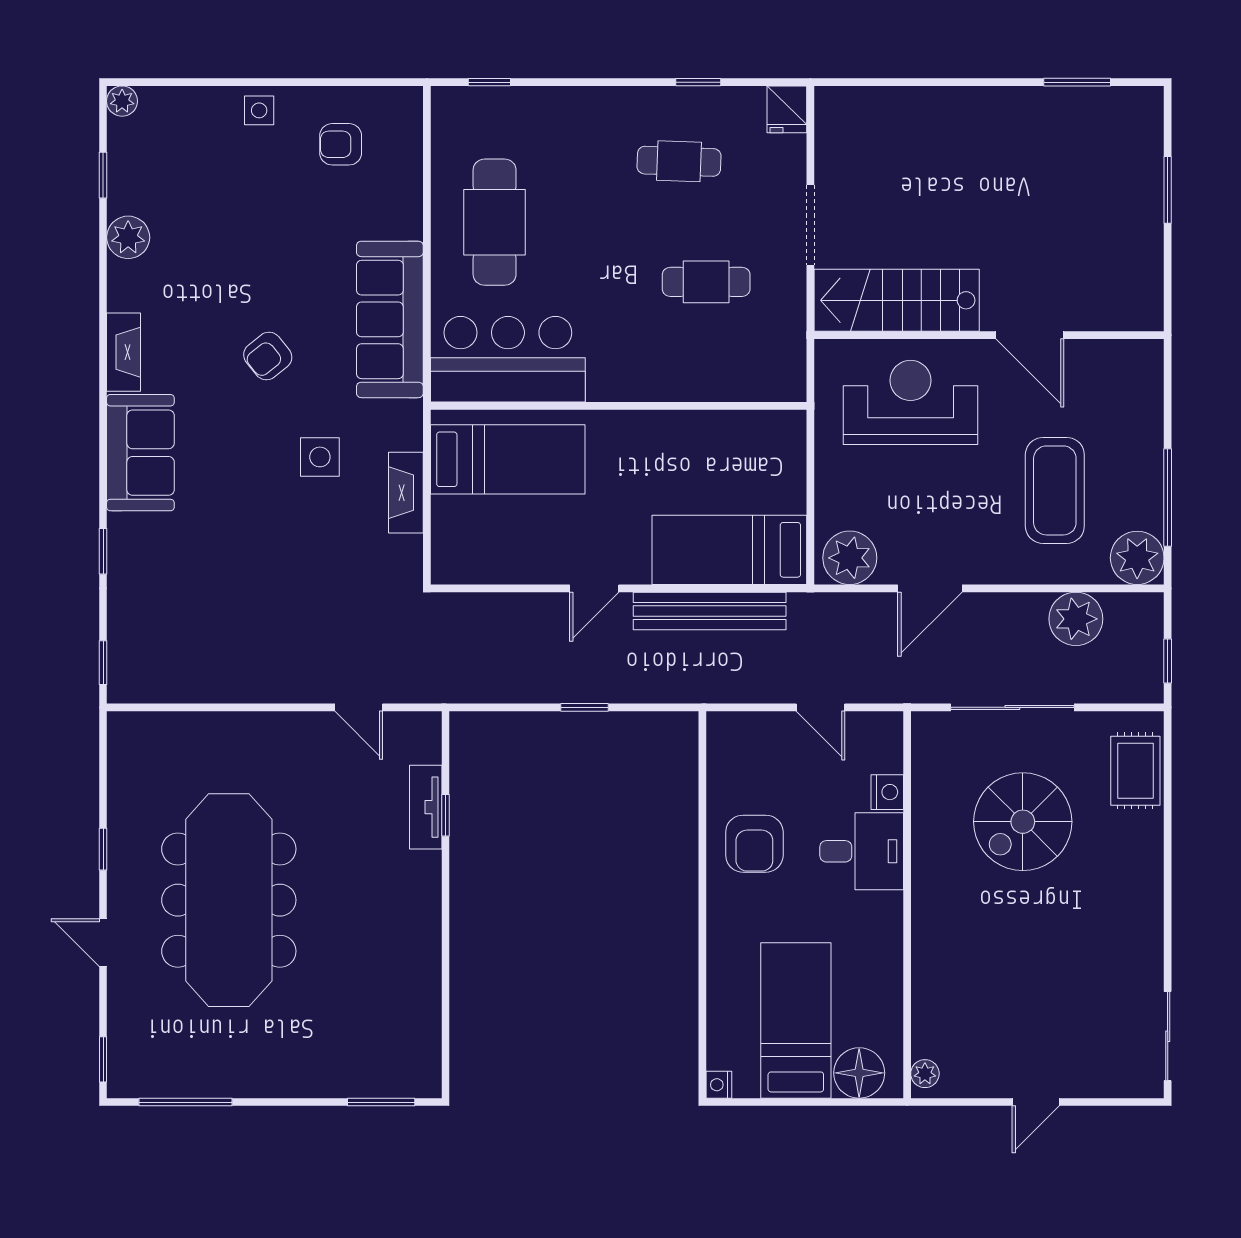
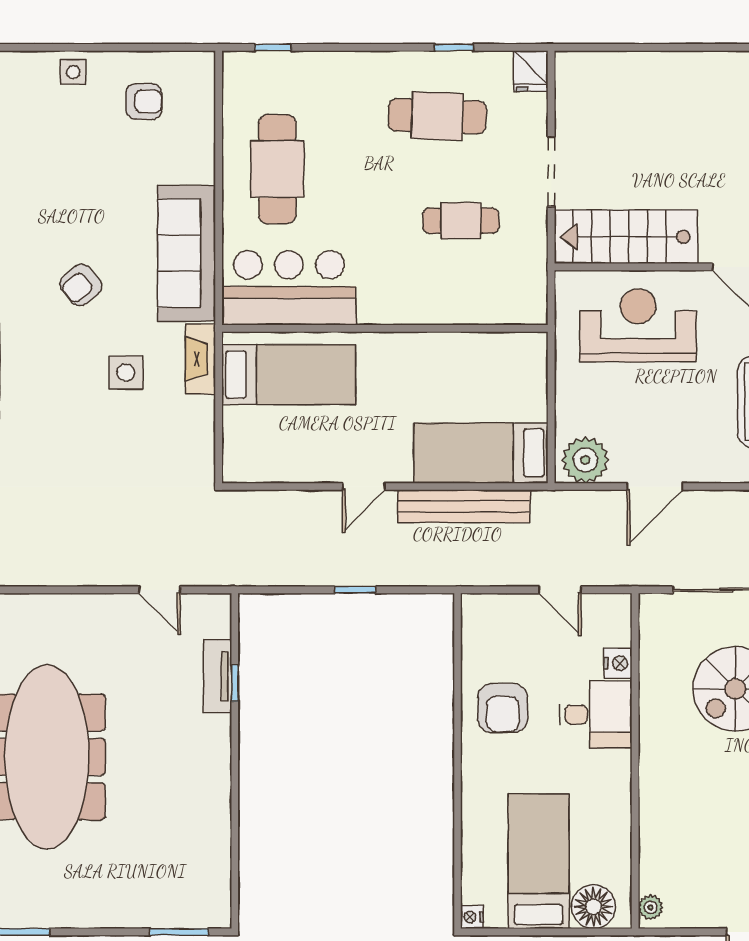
armchair: (341, 144) -> (144, 101), turned 180
cafe table: (679, 161) -> (437, 116), width x1.37, depth x1.35
fireplace: (406, 493) -> (200, 359), moved

